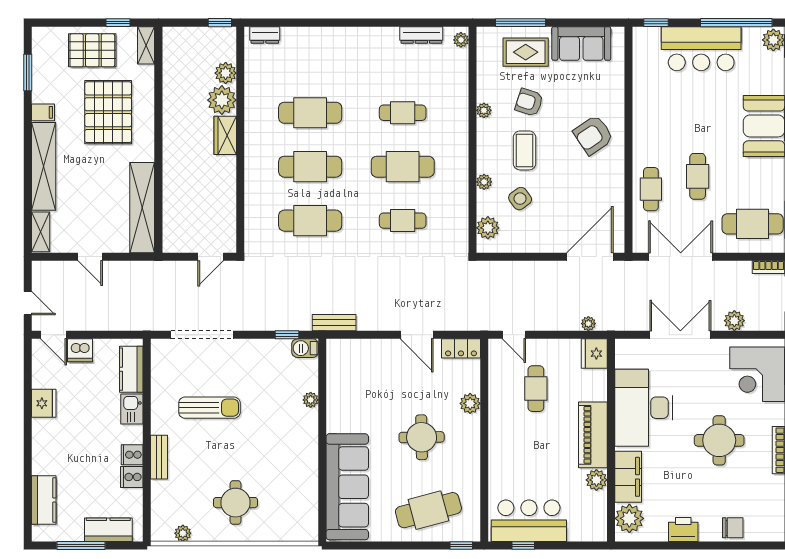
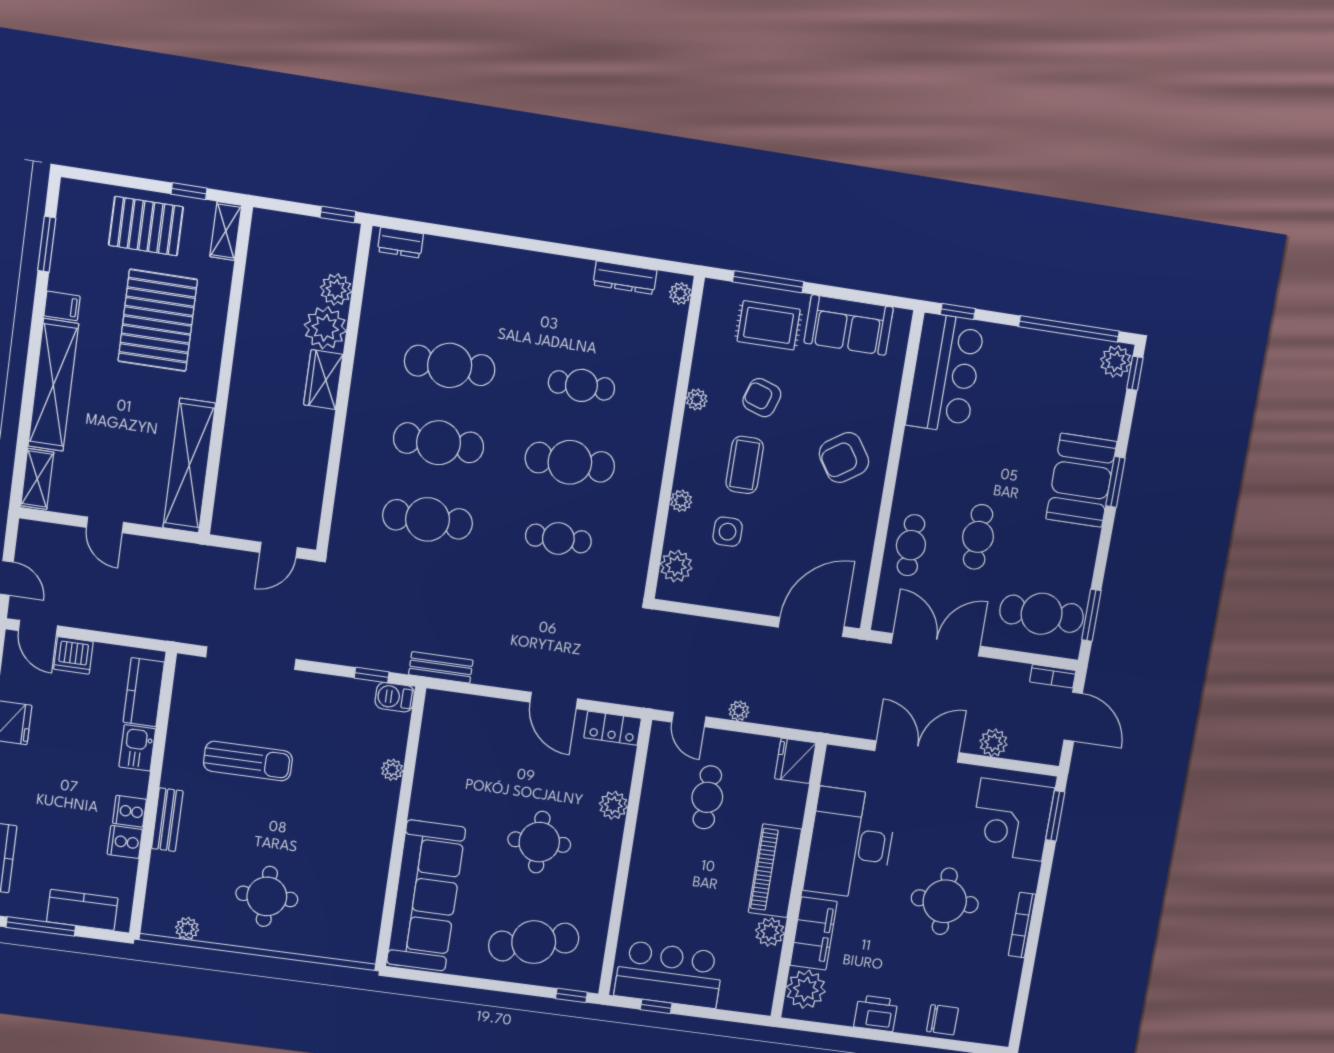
bar counter: (701, 49) -> (945, 373), moved, turned -90
side table: (520, 199) -> (728, 532), turned 36
plant: (588, 324) -> (739, 711), moved

